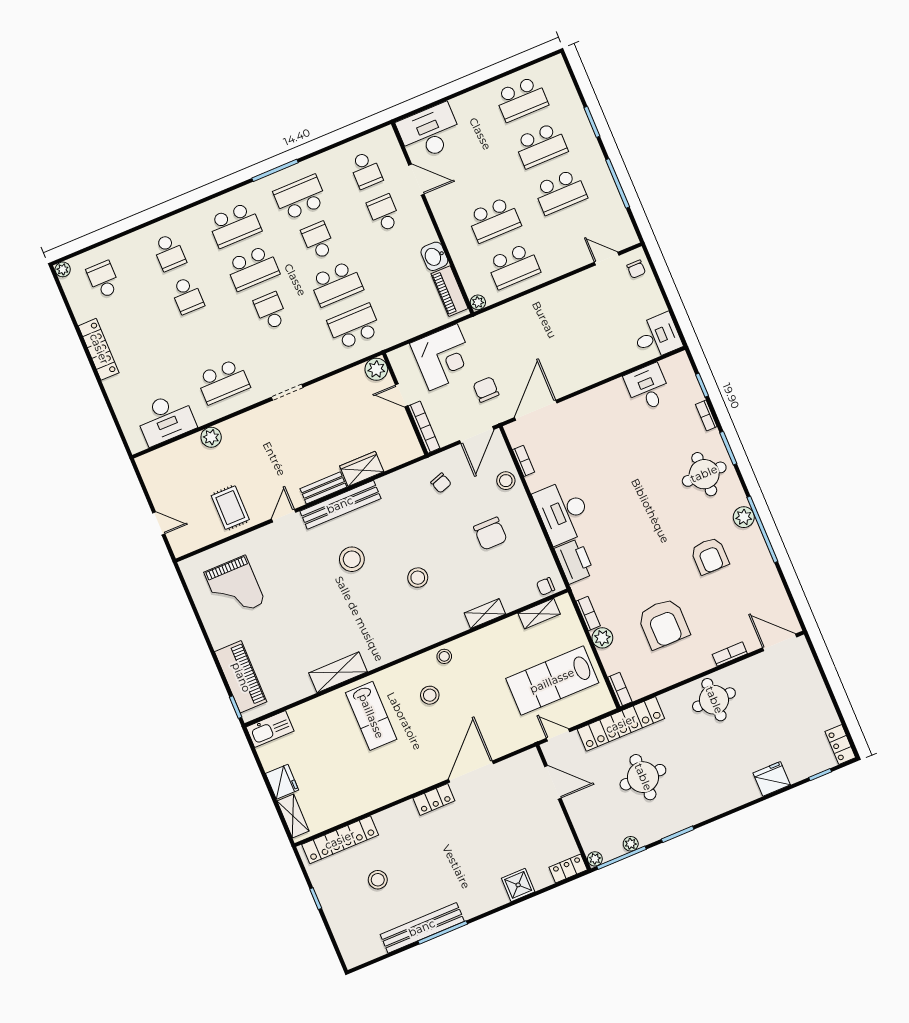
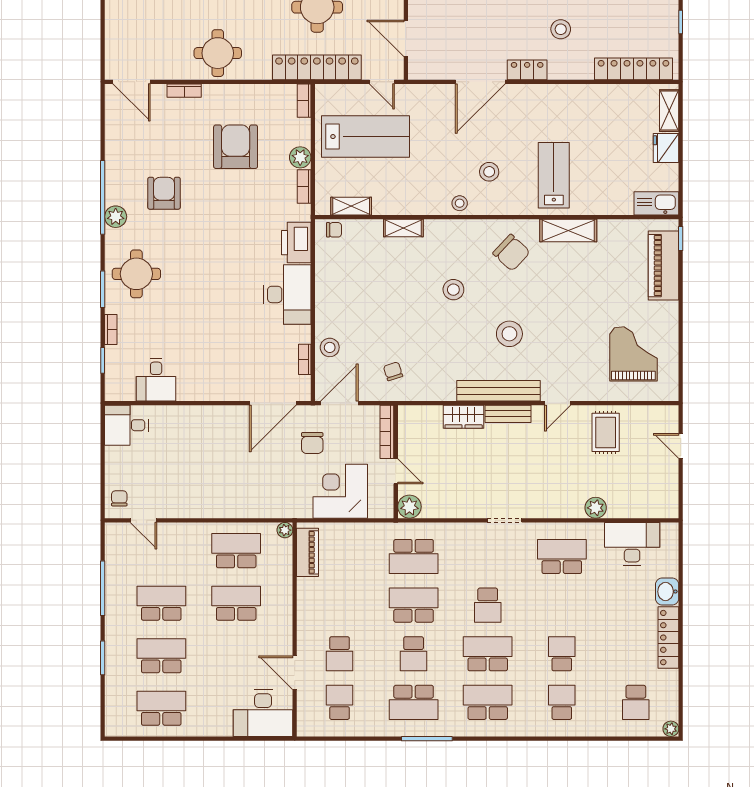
washbasin: (434, 256) -> (667, 592), moved, turned 180
chair: (490, 534) -> (511, 253), moved, turned 133
stool: (378, 880) -> (561, 29), moved

